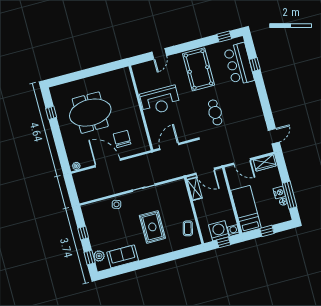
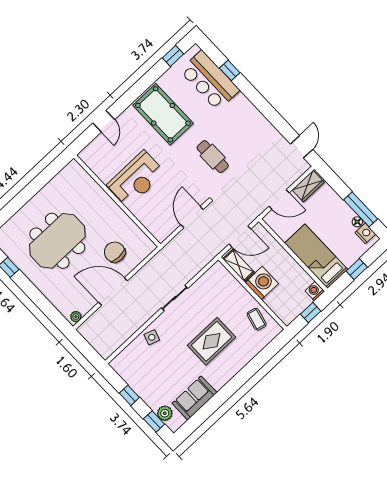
door: (169, 146) -> (192, 217), moved
nightstand: (279, 192) -> (365, 233), moved
rug: (152, 227) -> (212, 341), turned 90
washing machine: (219, 231) -> (262, 283), moved, turned 90

